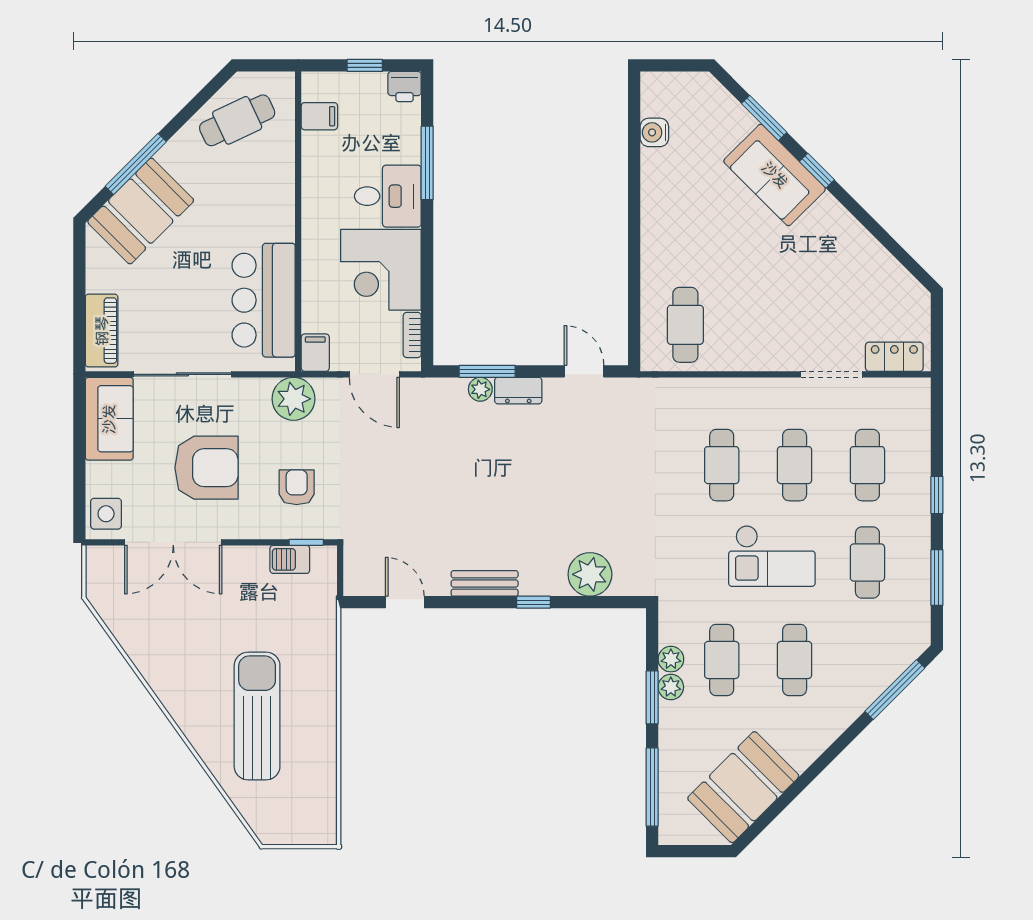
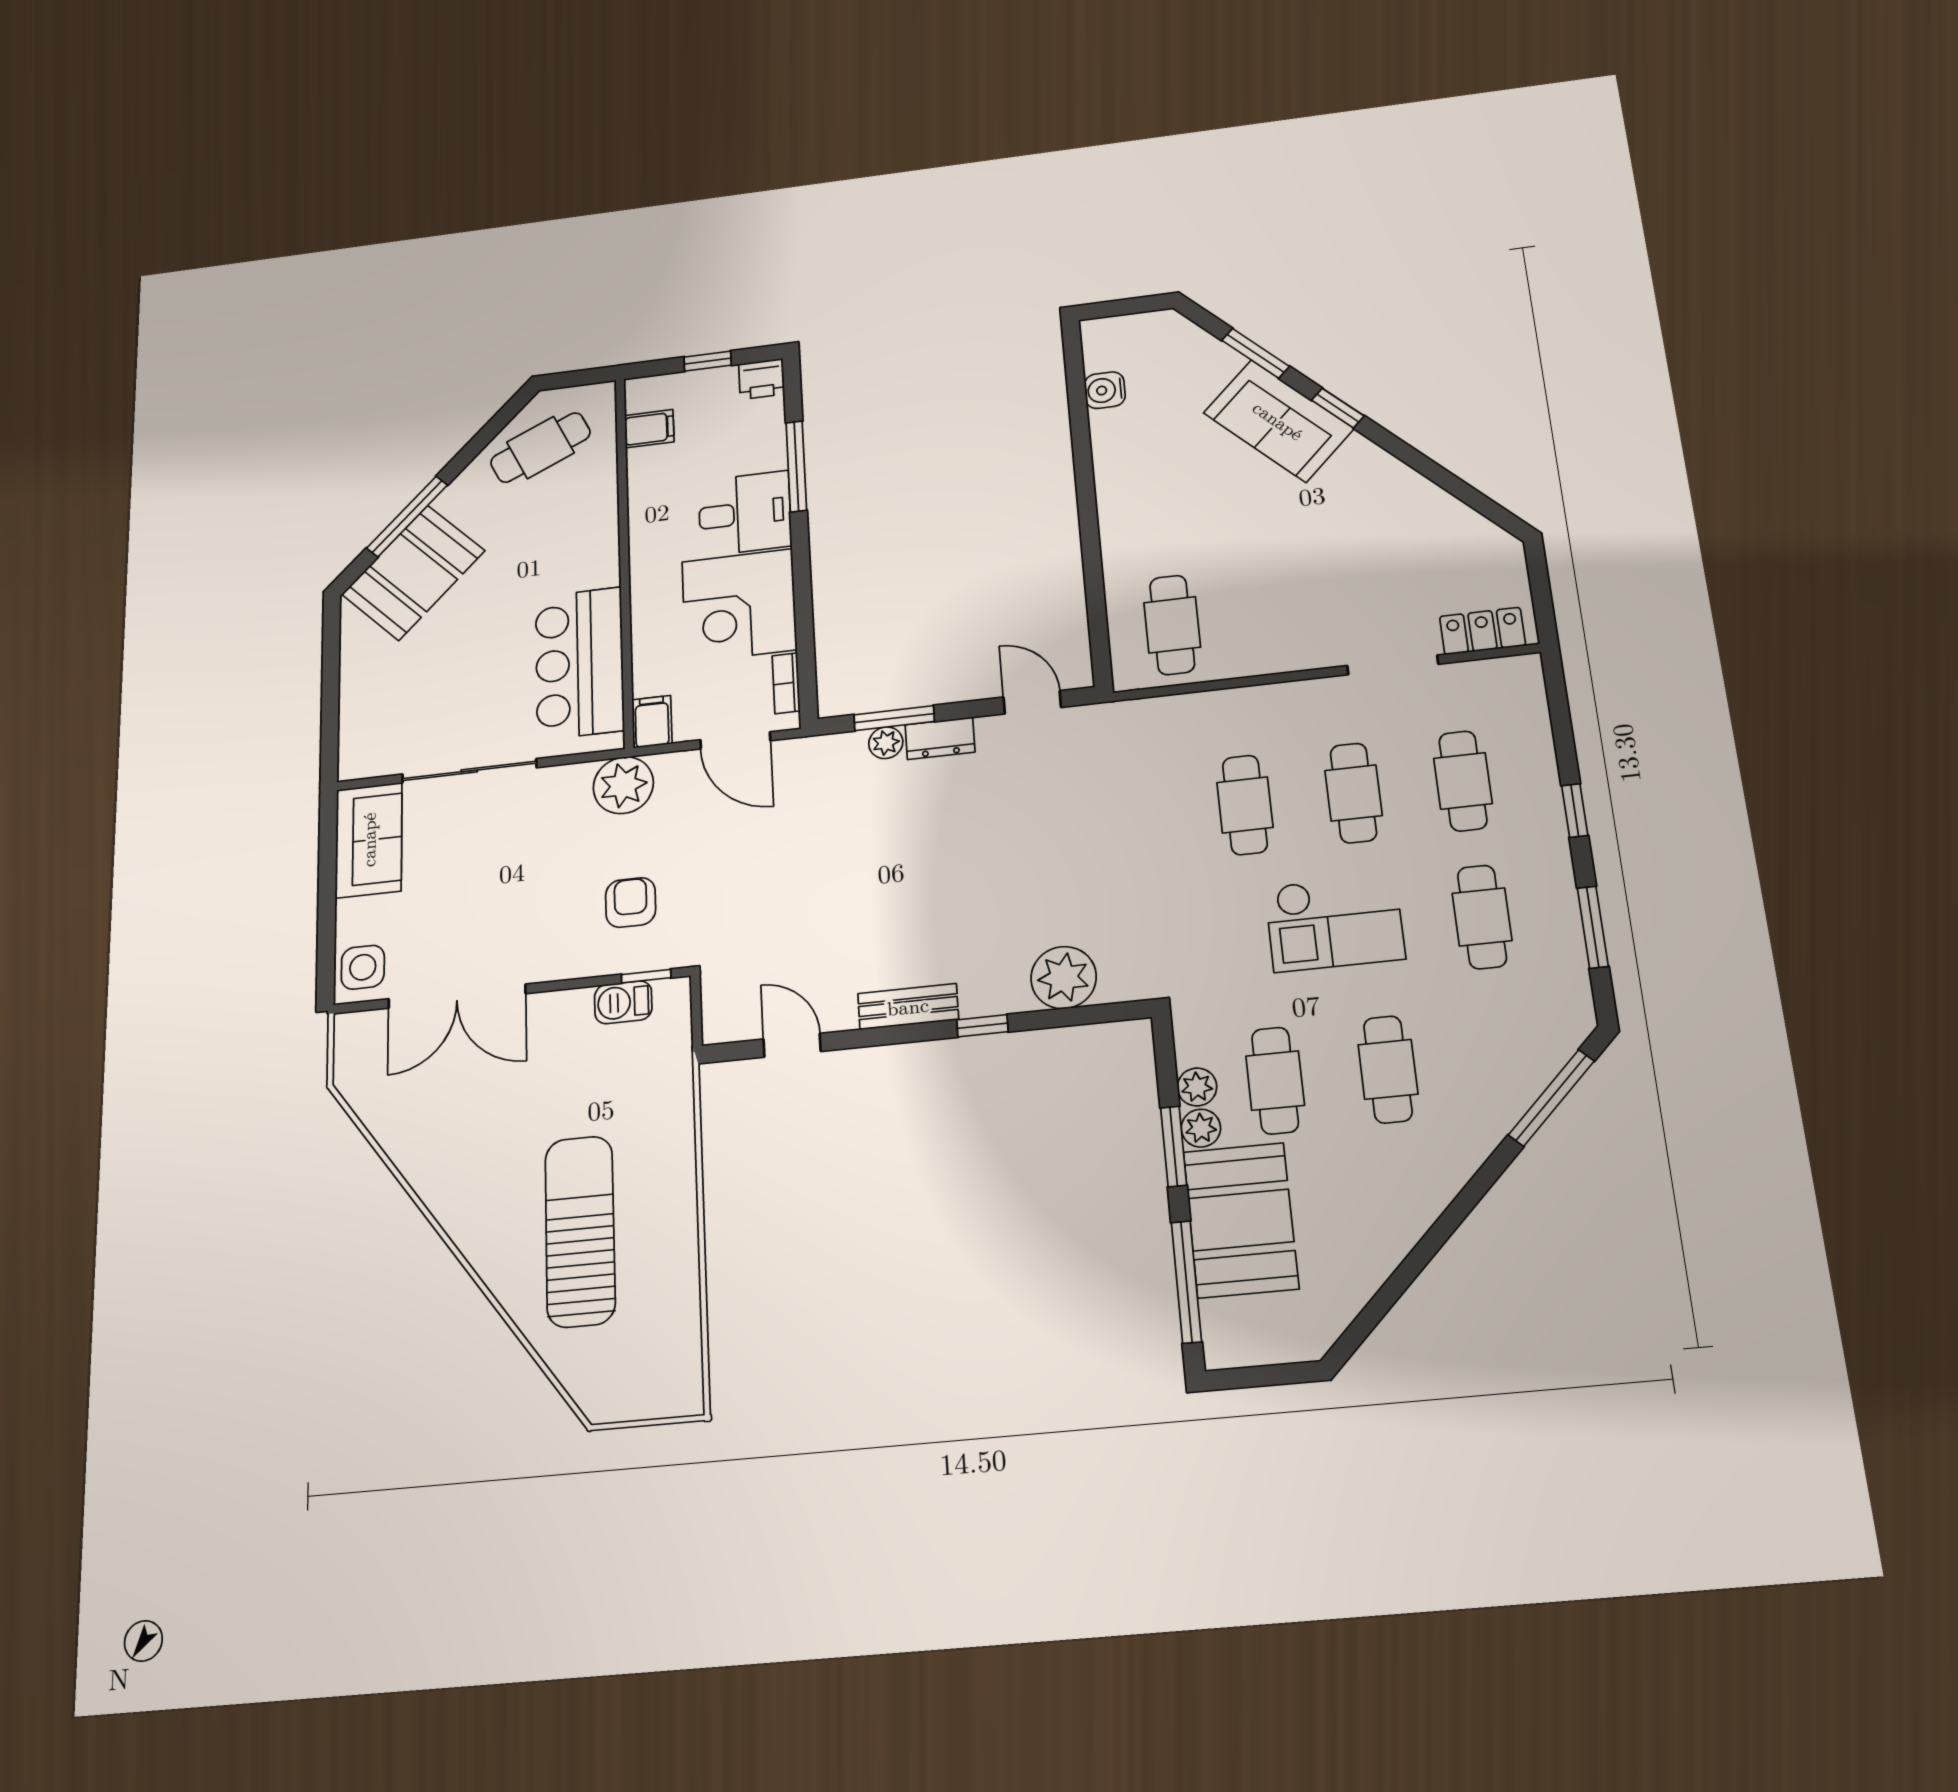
piano: (102, 331) -> (360, 728), removed
armchair: (206, 468) -> (503, 890), removed
booth: (743, 787) -> (1241, 1220), moved, turned -45

